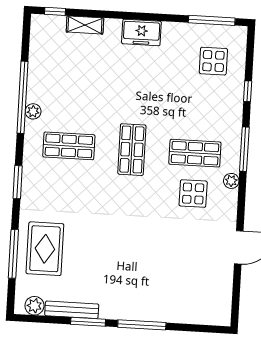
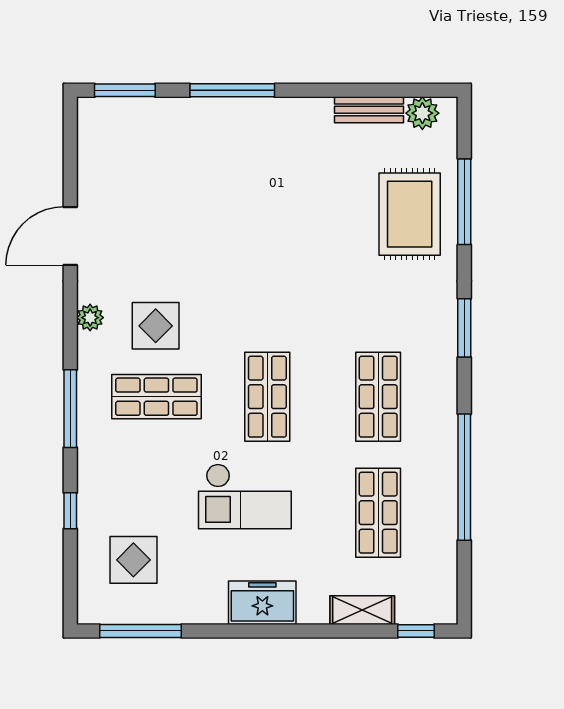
shop shelf: (73, 80) -> (378, 513), added
checkout: (148, 94) -> (245, 496), added
plant: (33, 111) -> (444, 453), removed
shop shelf: (69, 146) -> (378, 397), turned 90
plant: (231, 181) -> (90, 318), moved
bench: (72, 310) -> (369, 110), width x0.73
window: (88, 322) -> (125, 90), moved

